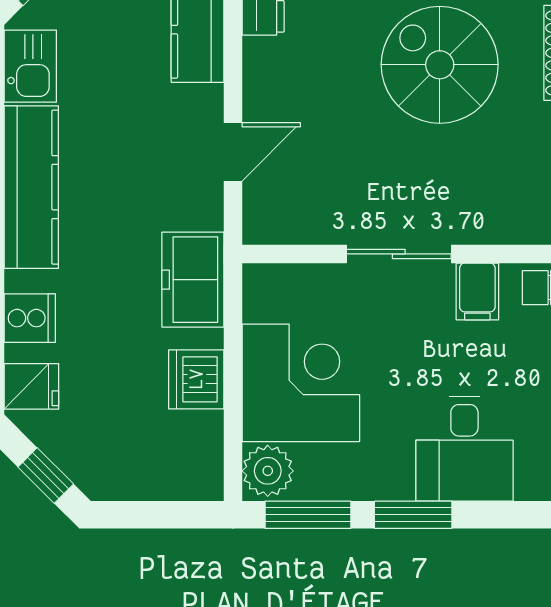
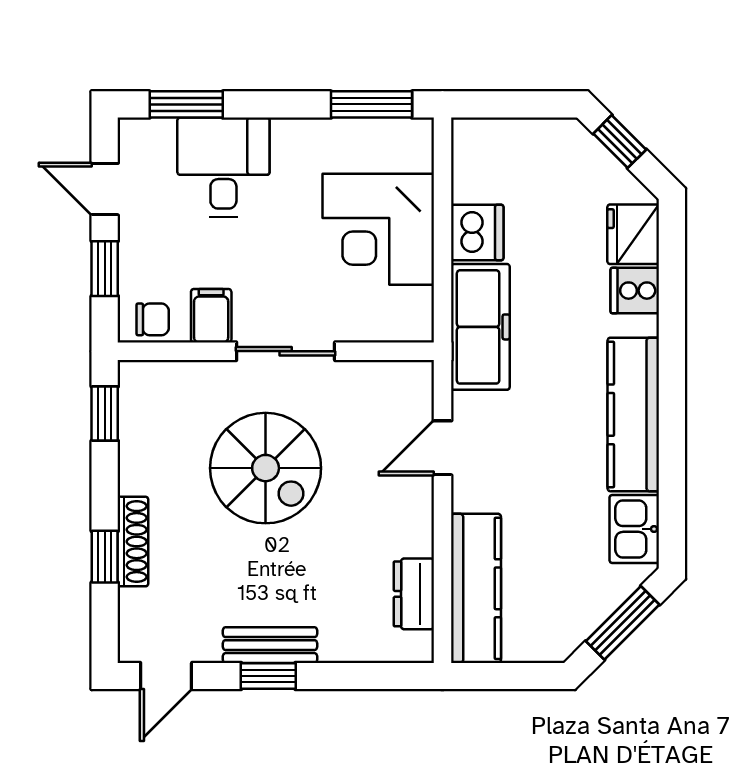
spiral stairs: (440, 65) -> (266, 468), moved
freezer: (193, 280) -> (480, 327), width x1.40
fridge: (31, 386) -> (633, 234), width x1.38
plant: (268, 471) -> (410, 146), removed
window: (413, 515) -> (186, 104), moved

